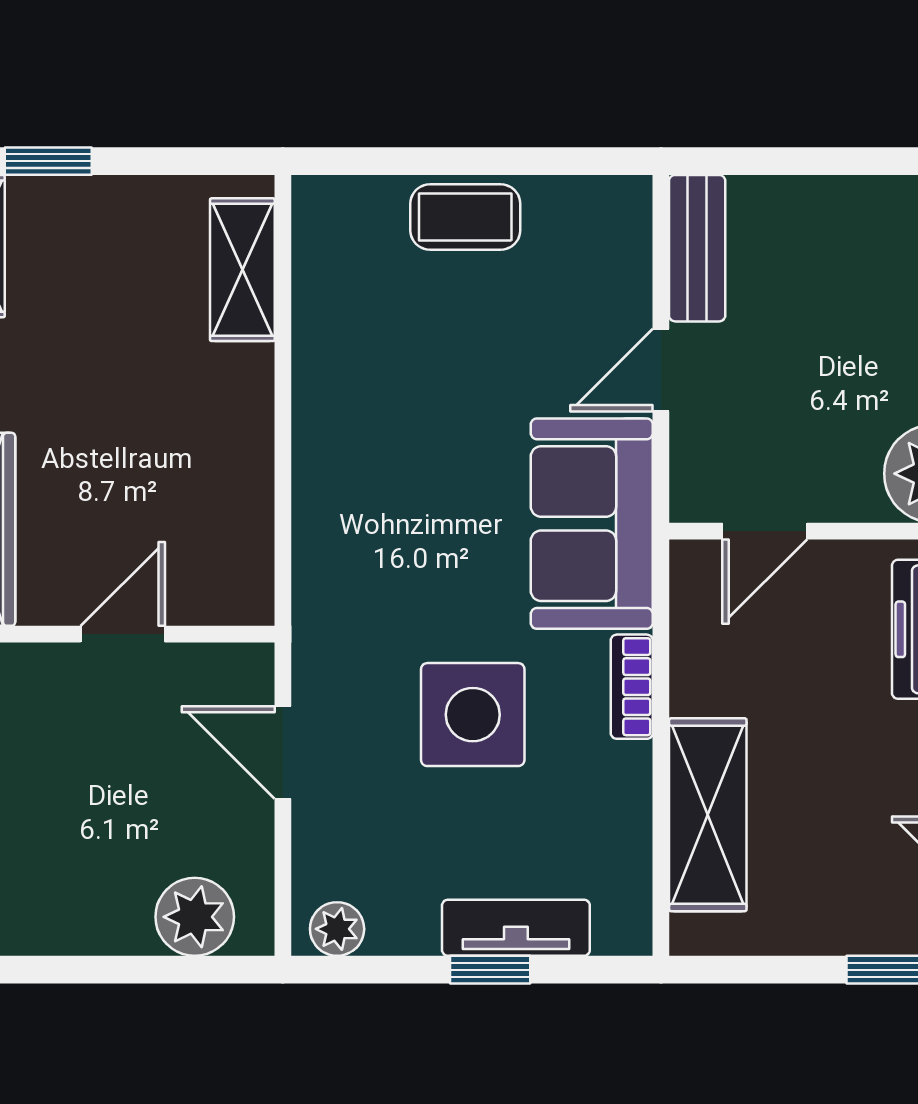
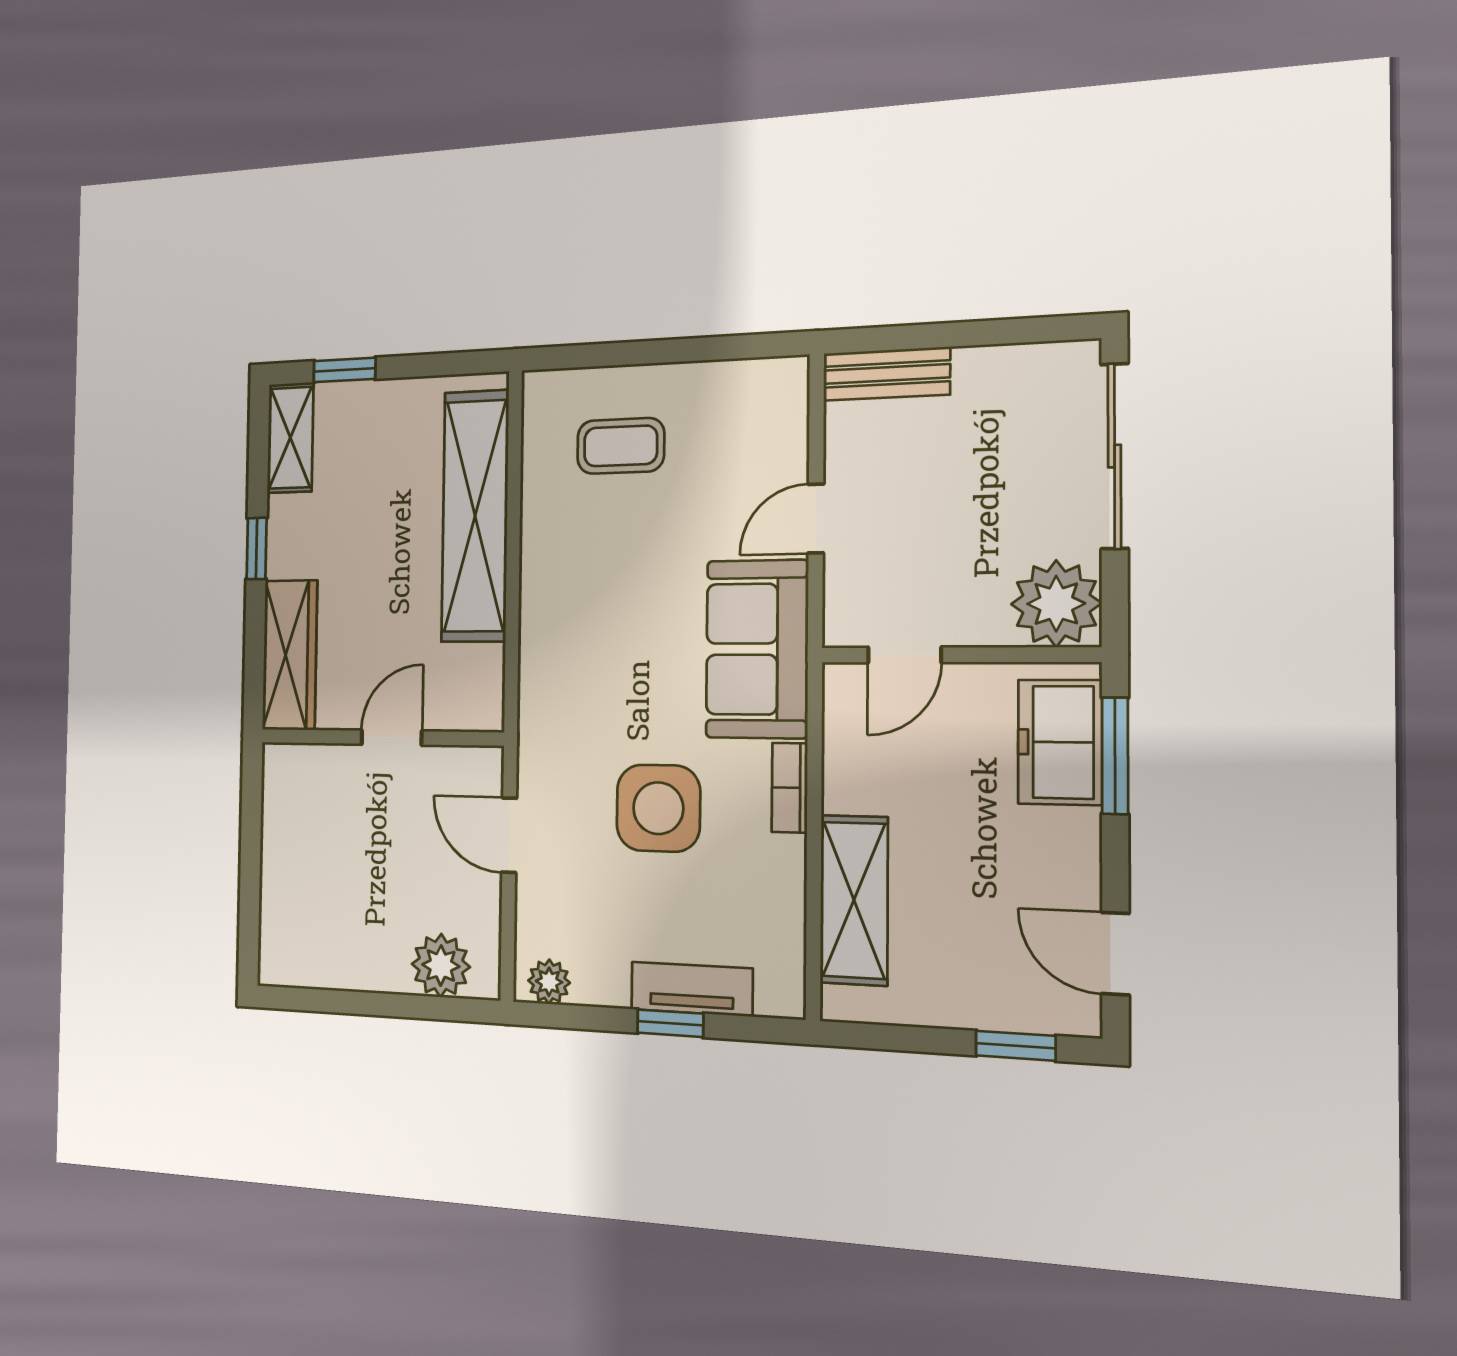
coffee table: (465, 217) -> (621, 446), moved
bench: (697, 248) -> (886, 374), moved, turned 90
shelving: (242, 270) -> (475, 516), width x2.20, depth x1.33

